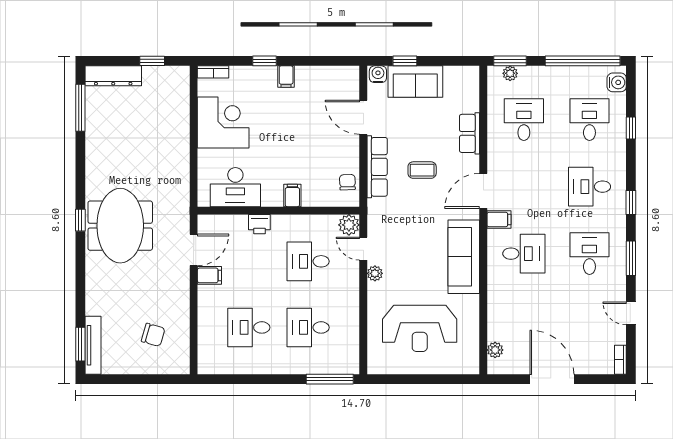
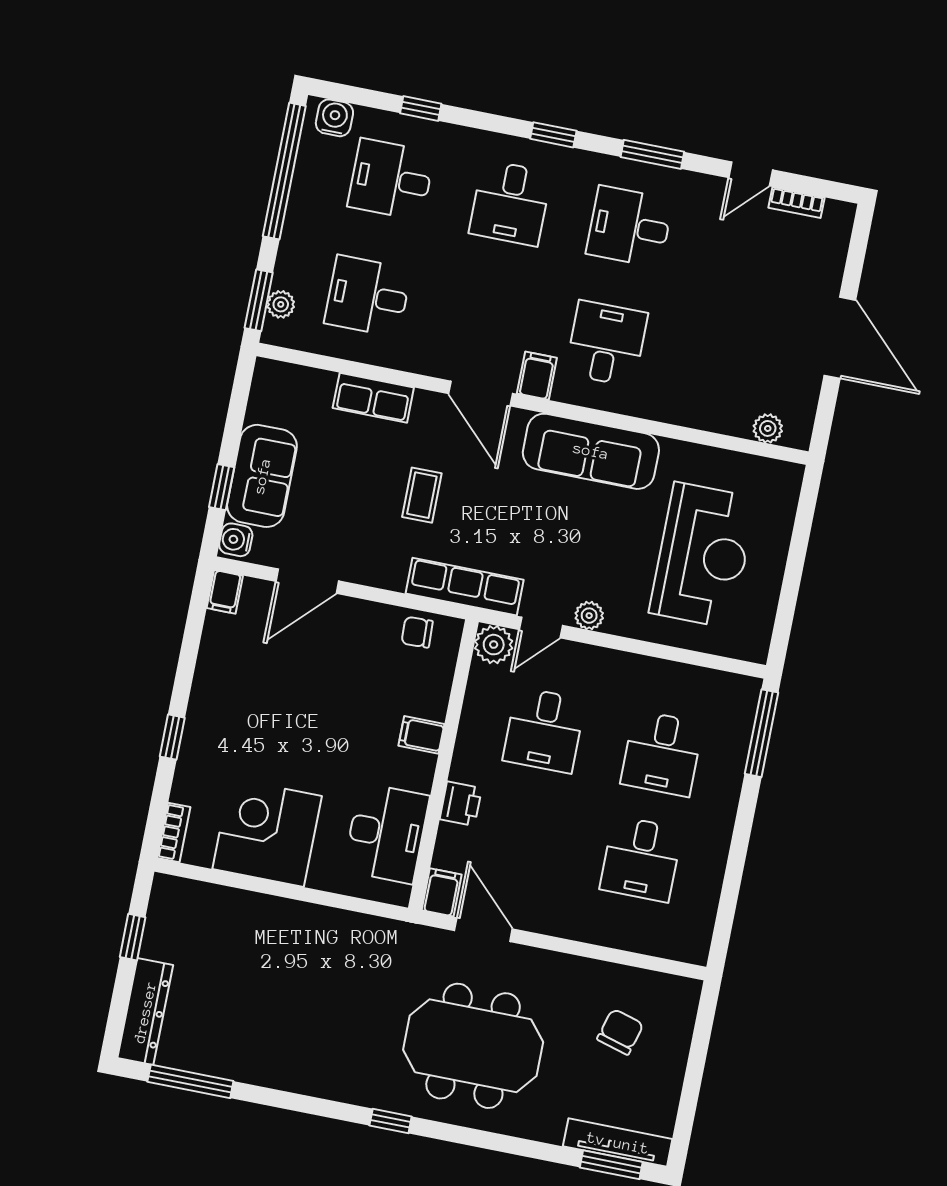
filing cabinet: (286, 77) -> (225, 592), moved, turned 90
row of seats: (377, 167) -> (465, 587), moved
meeting table: (120, 226) -> (473, 1046), moved
filing cabinet: (209, 275) -> (442, 892), moved
bookcase: (620, 360) -> (796, 203), moved
door: (552, 379) -> (840, 338), swing flipped

